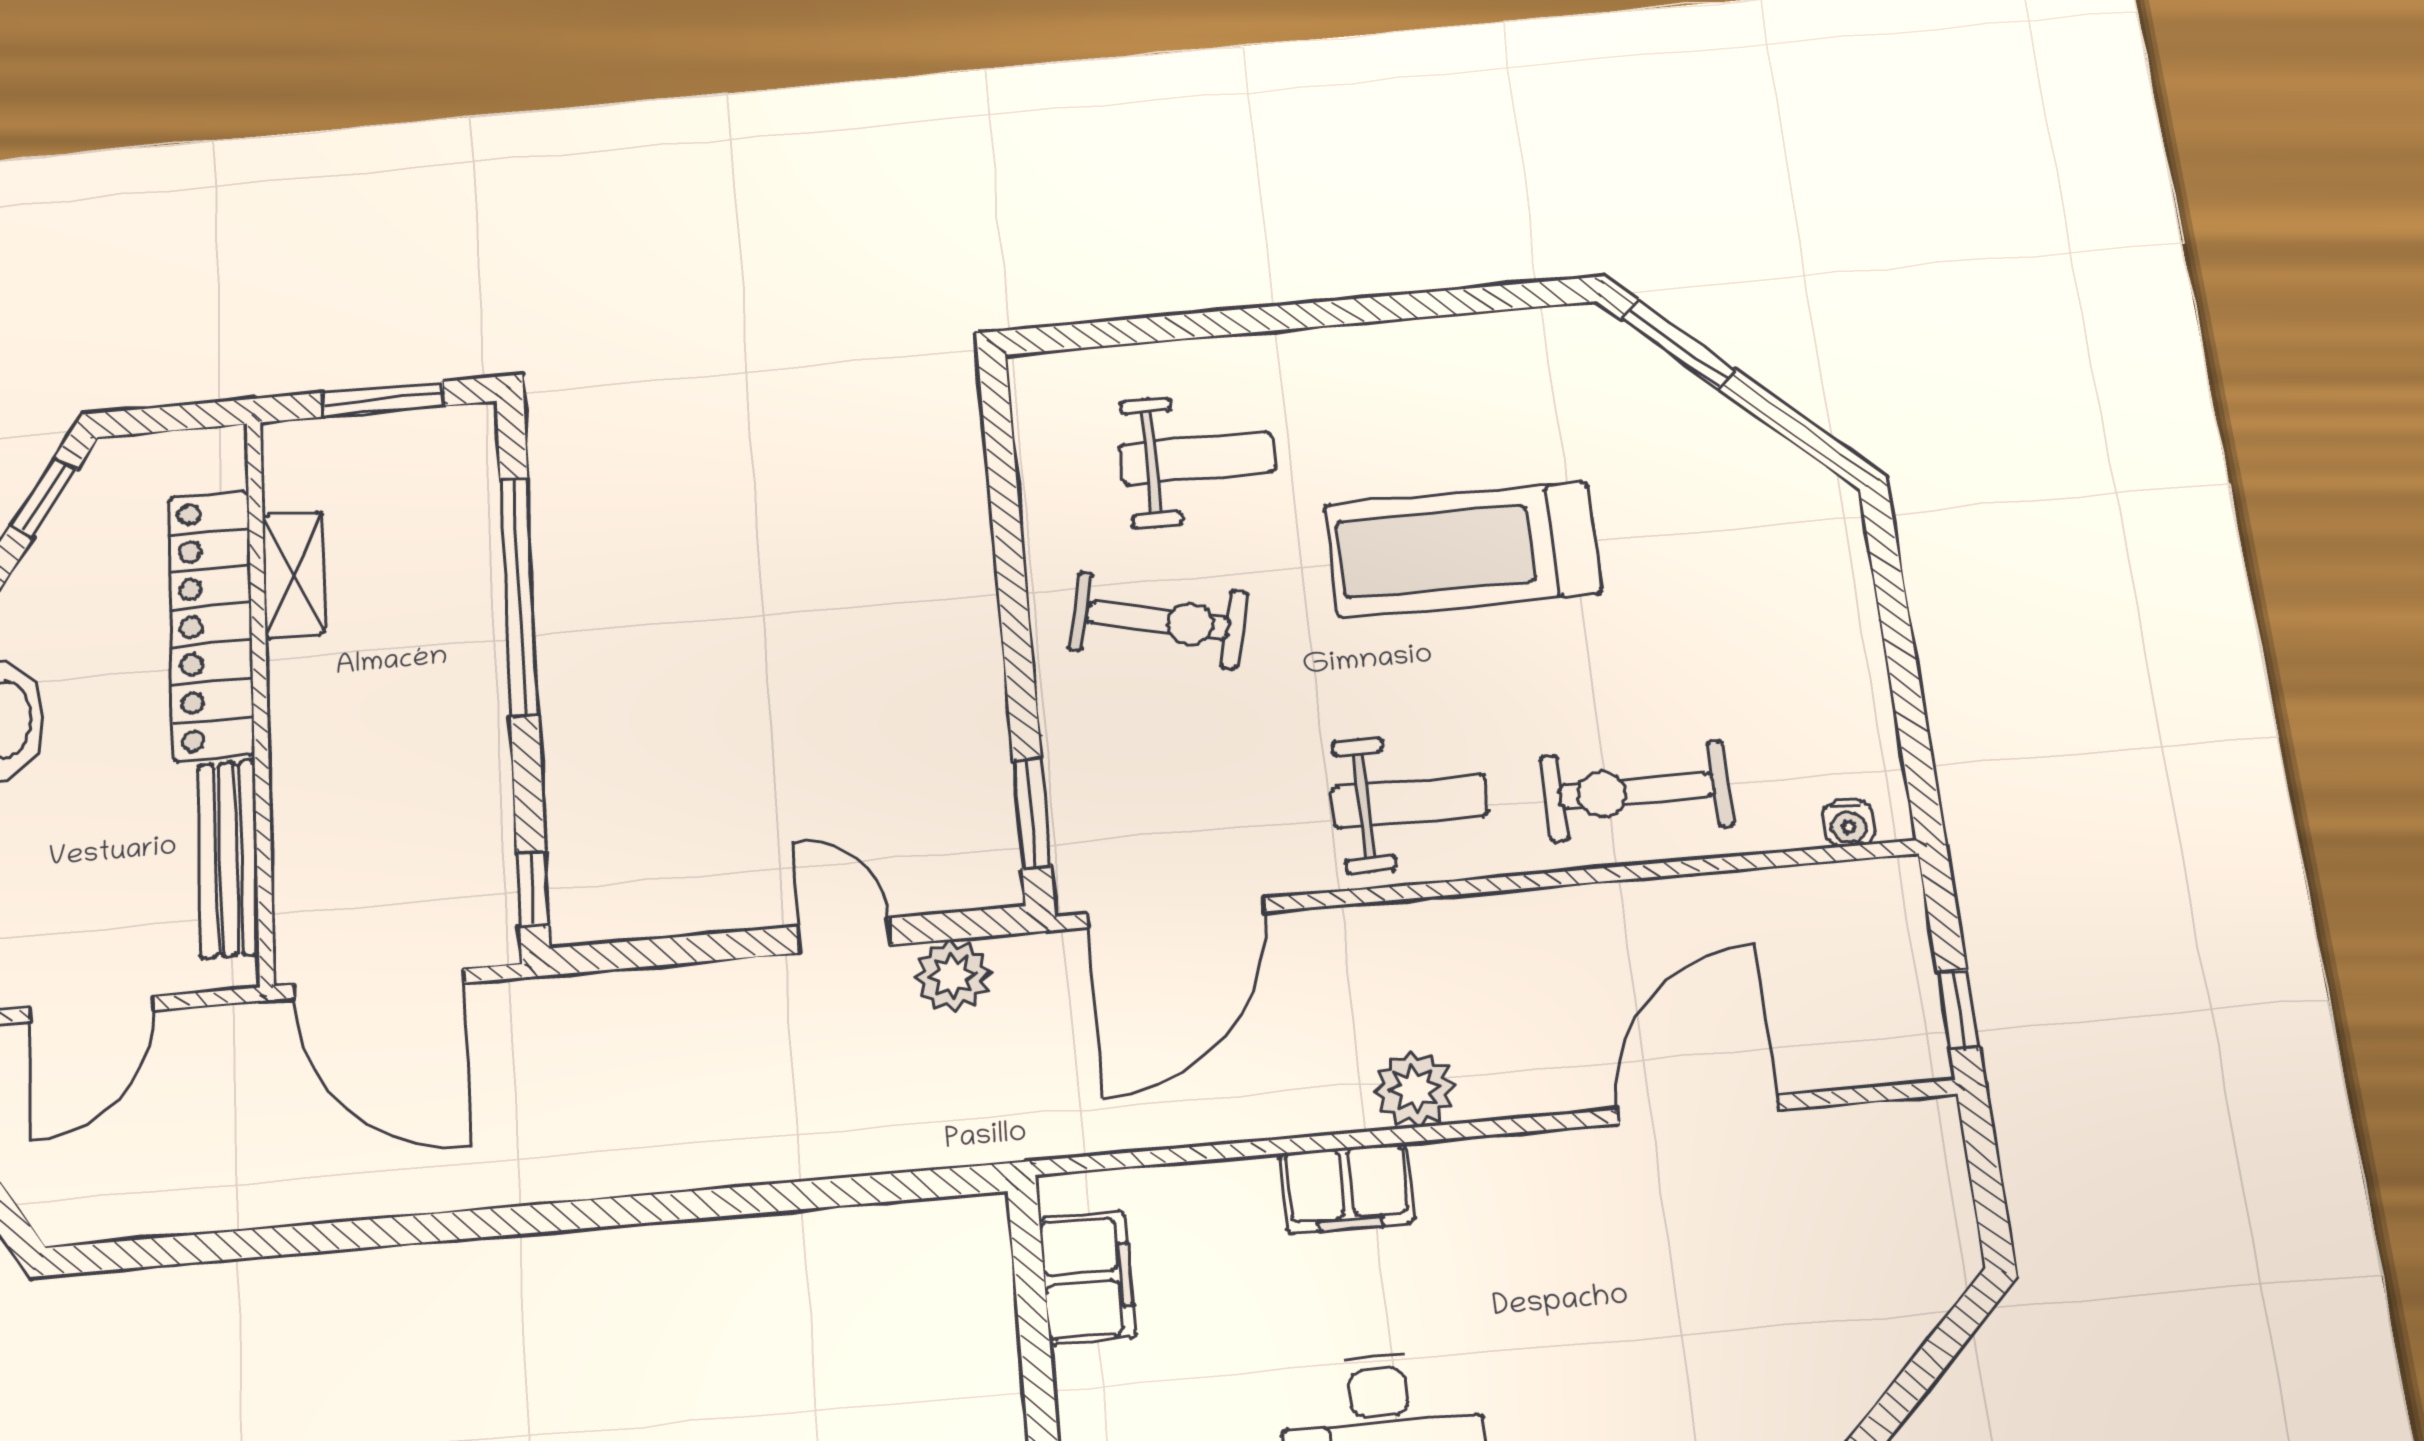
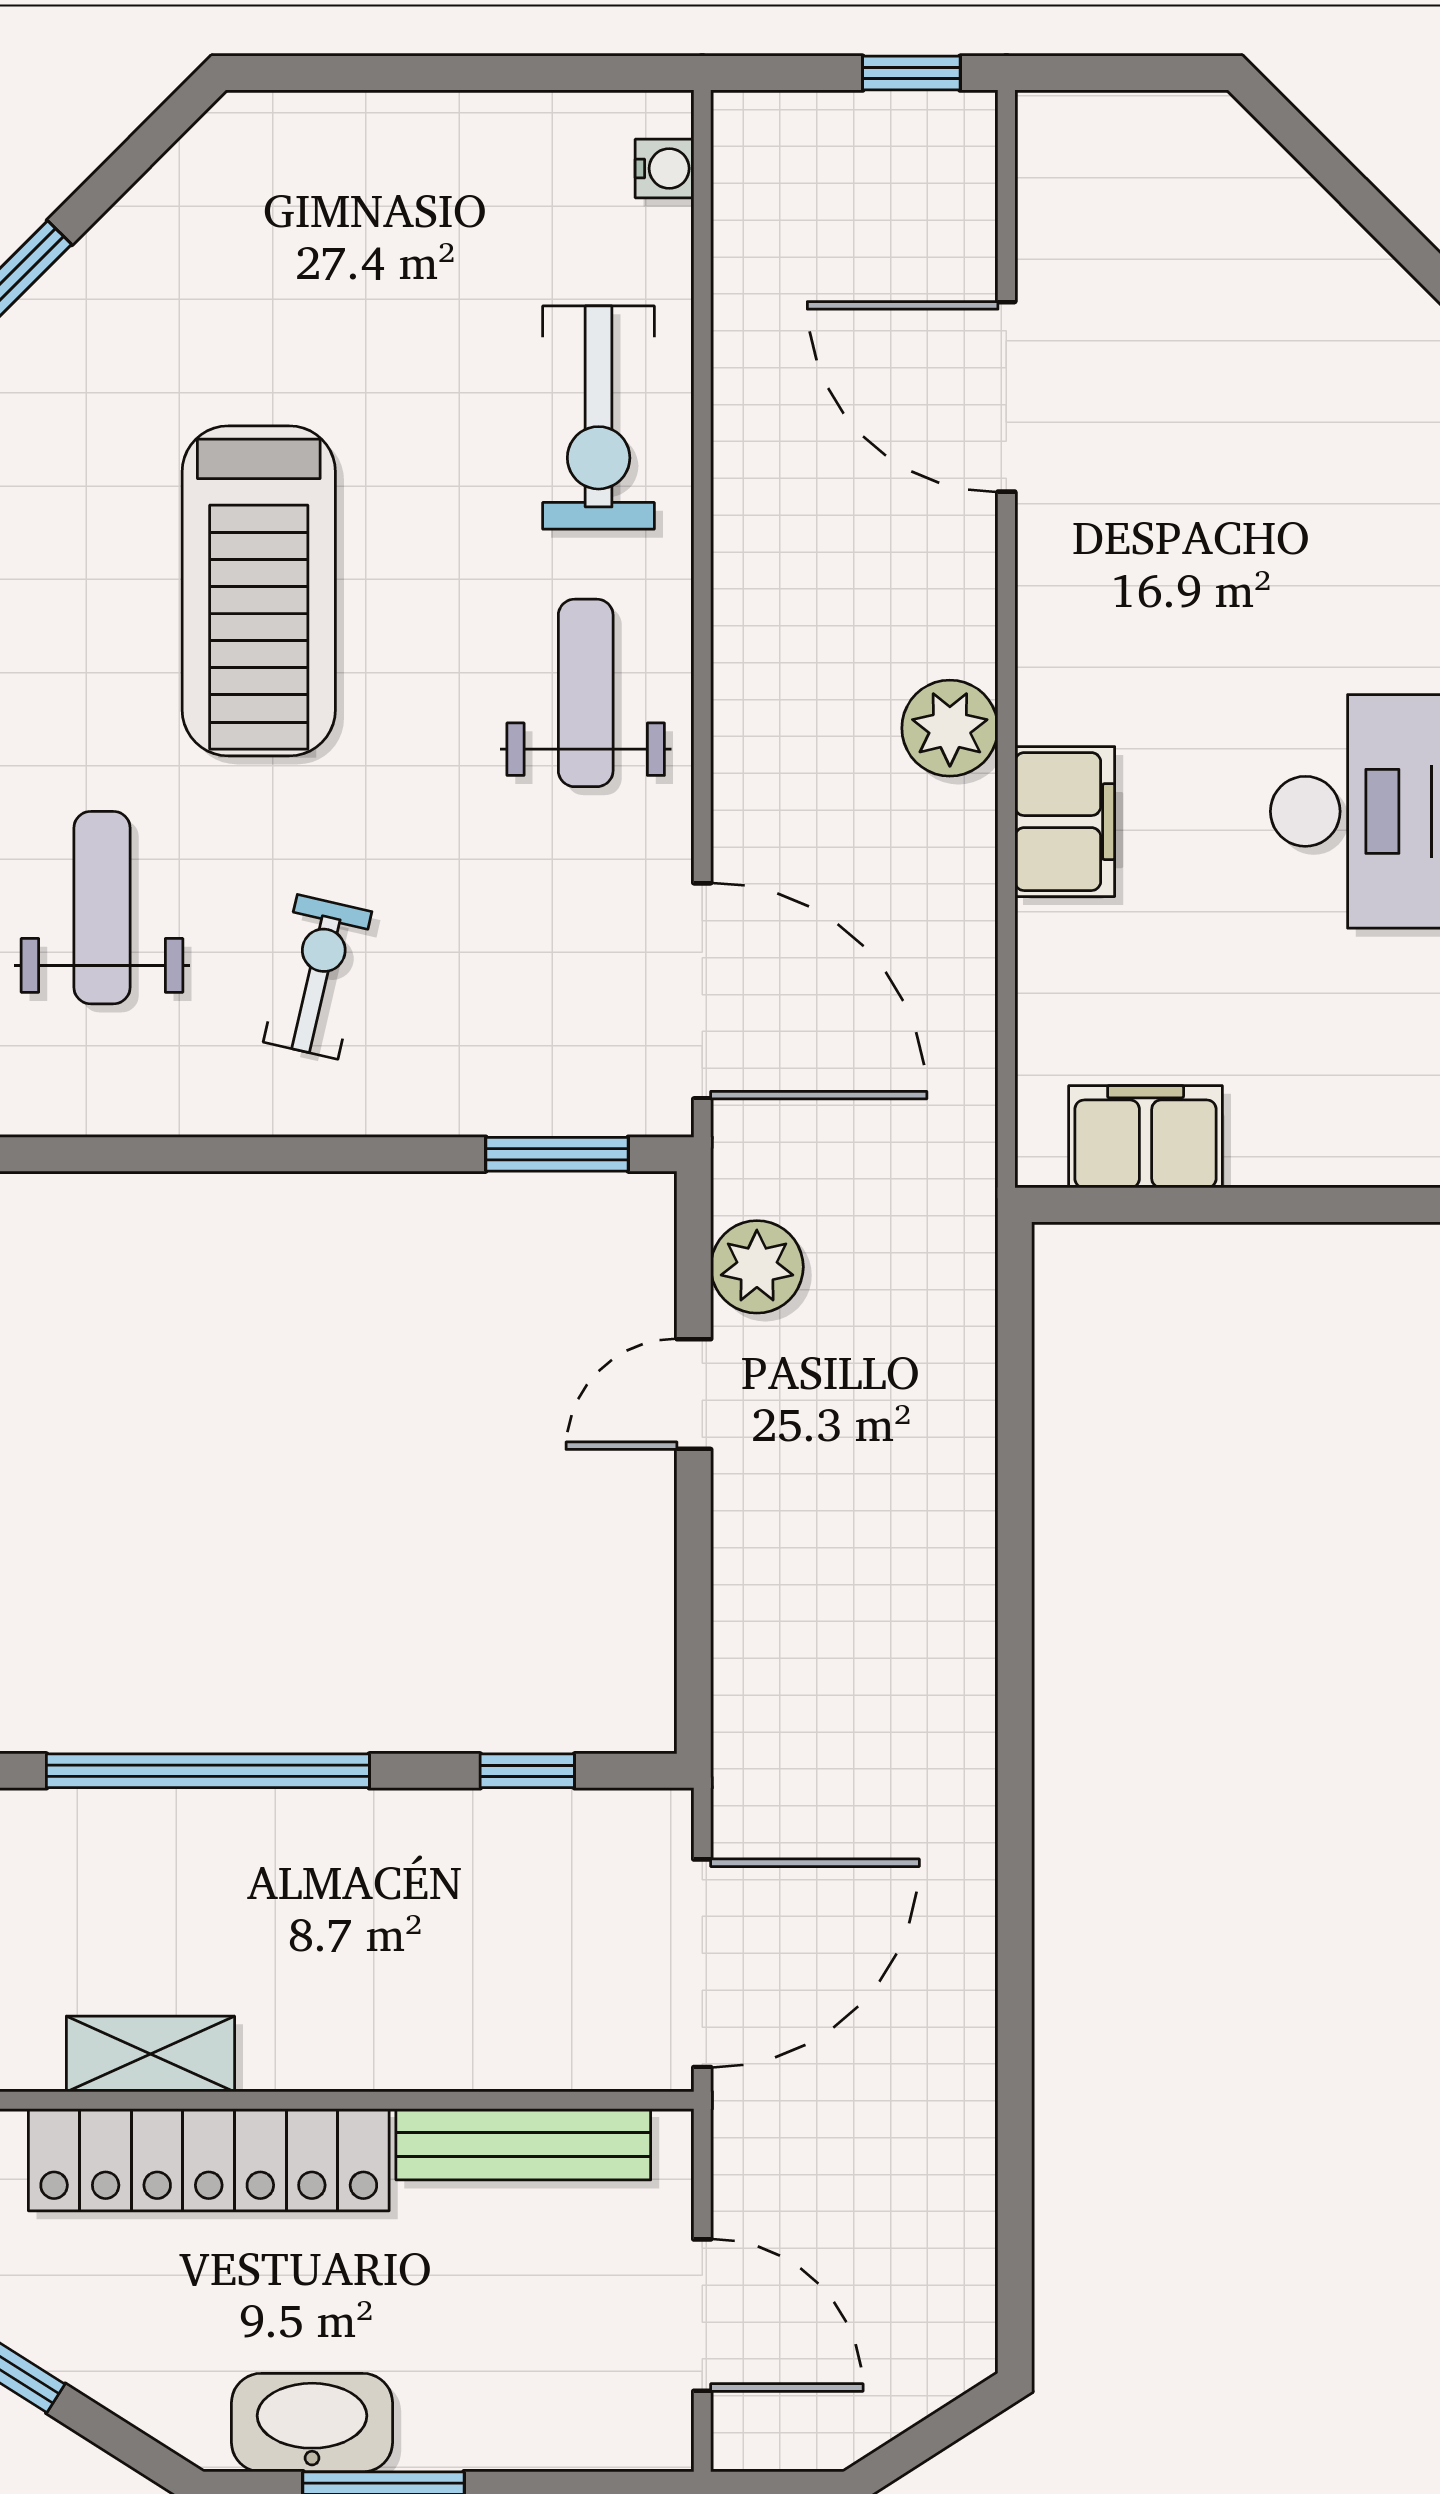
exercise bike: (1158, 620) -> (318, 977), width x0.73, depth x0.72
window: (533, 889) -> (527, 1771), moved

